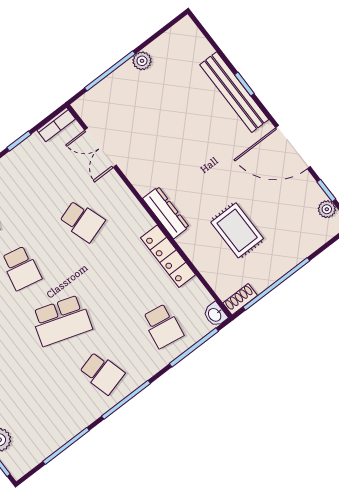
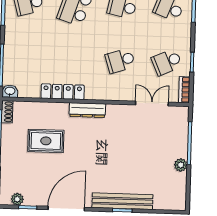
school desk: (163, 326) -> (167, 62), moved, turned -33

